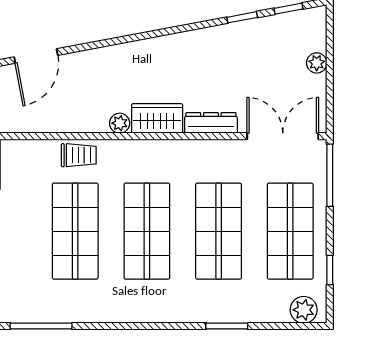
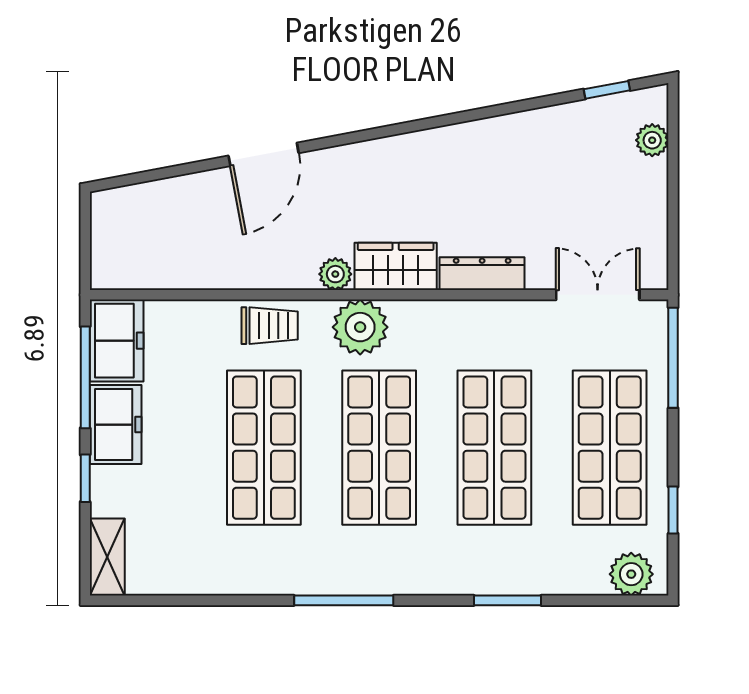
window: (242, 17) -> (532, 104), removed
door: (36, 56) -> (264, 154), moved
plant: (317, 63) -> (652, 140), moved
double door: (283, 136) -> (598, 295), width x0.73
plant: (135, 156) -> (360, 327), added
window: (41, 326) -> (344, 600), moved

